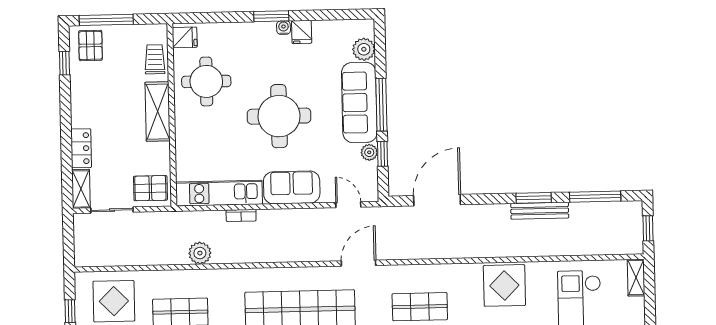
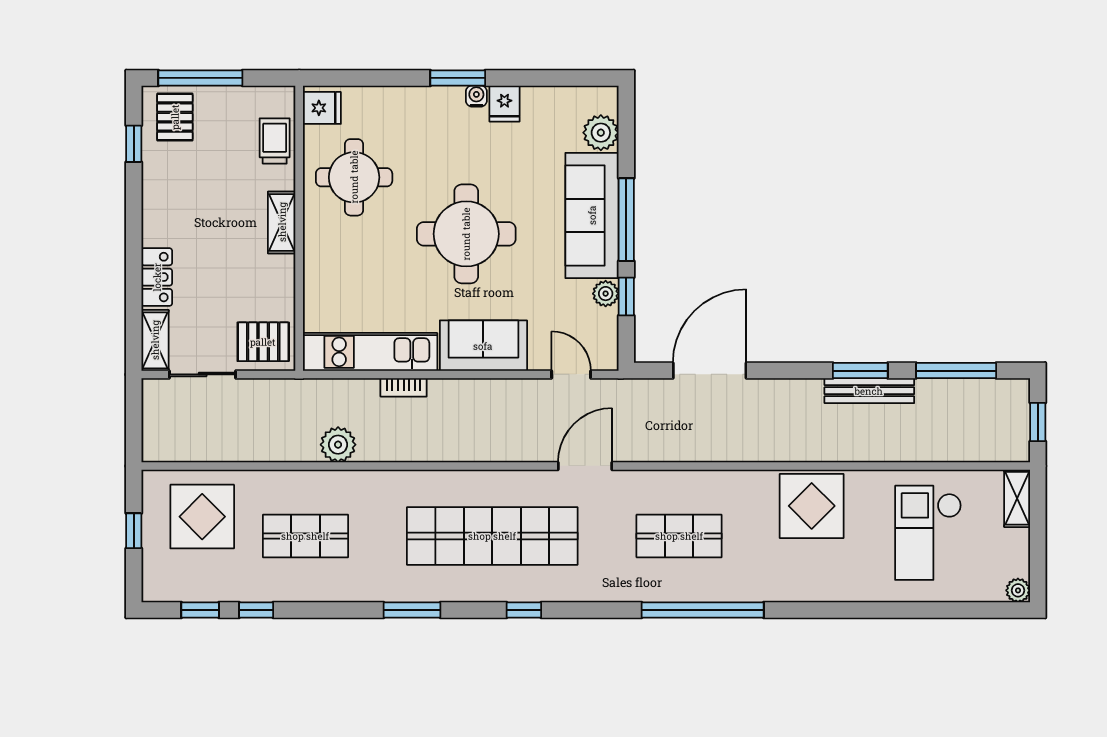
shelving: (158, 112) -> (282, 222), width x0.67, depth x0.75

